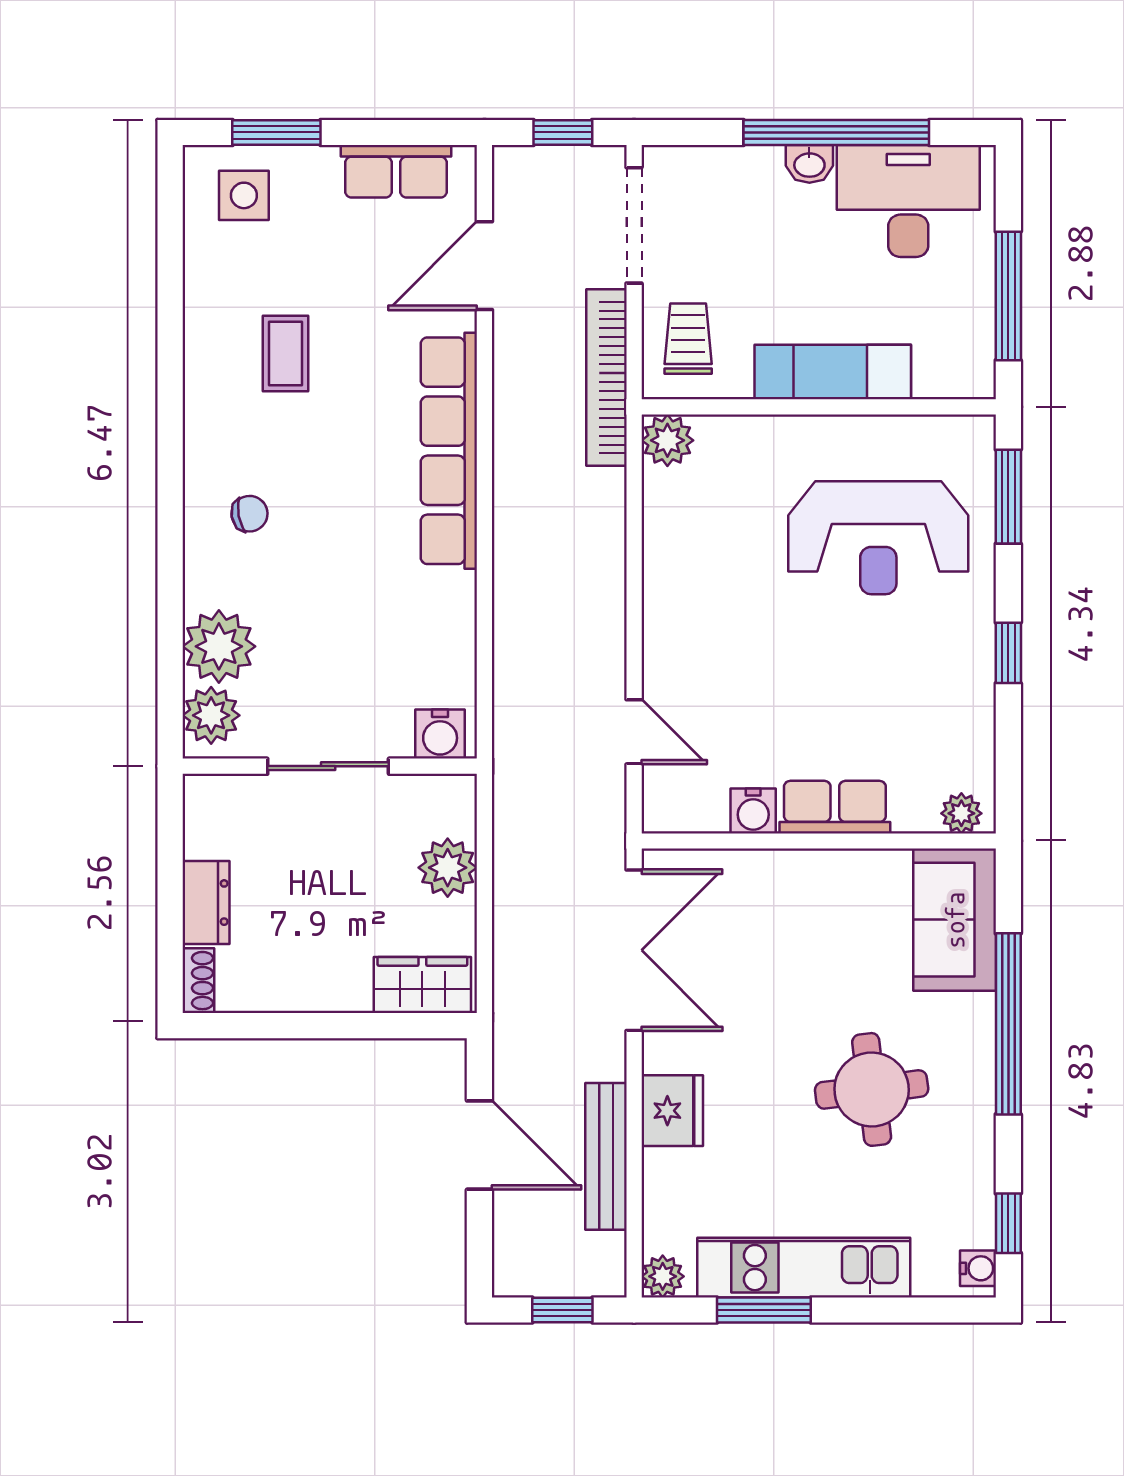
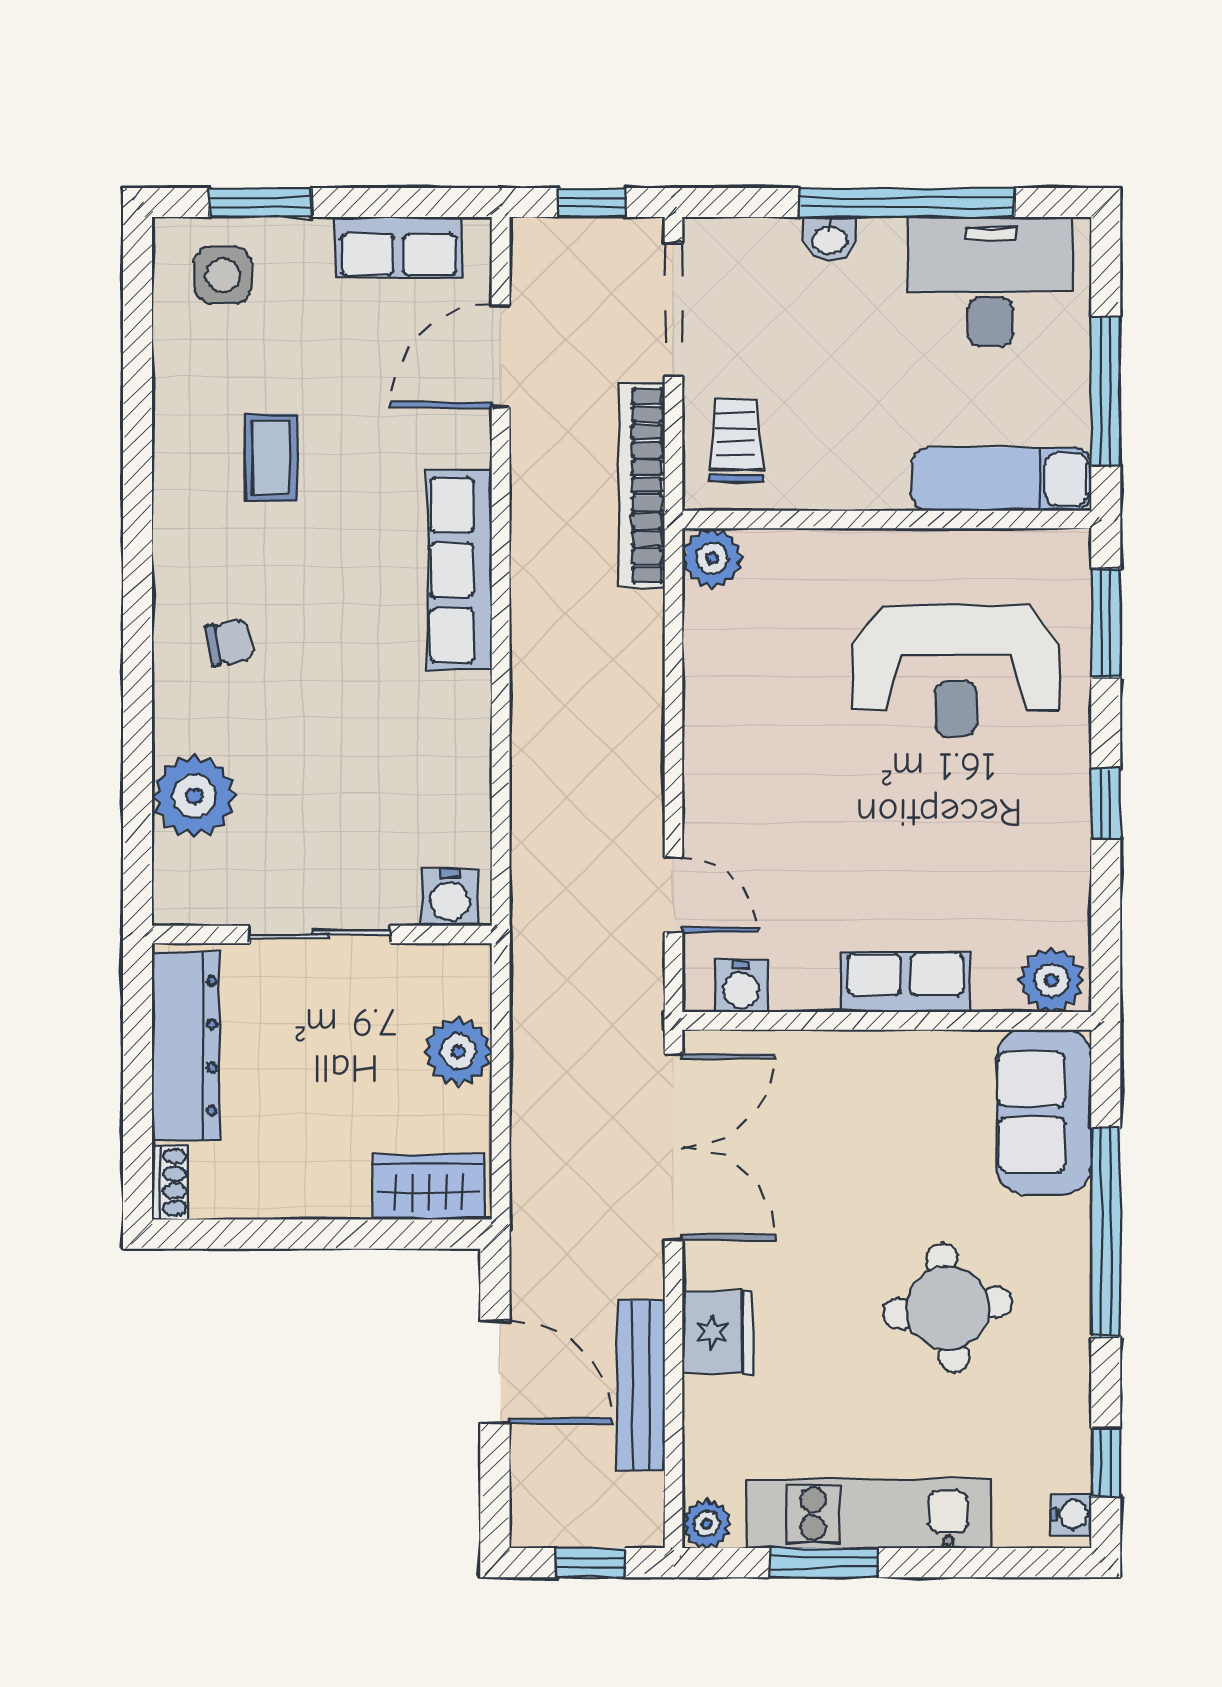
washbasin: (809, 164) -> (830, 239), moved
exam couch: (833, 372) -> (1001, 479), moved
row of seats: (449, 451) -> (460, 570), width x0.73
plant: (211, 715) -> (185, 876), removed
water cooler: (753, 811) -> (741, 986), moved
plant: (961, 813) -> (1052, 980), width x1.38, depth x1.38
dresser: (206, 903) -> (186, 1046), width x1.96, depth x1.24

